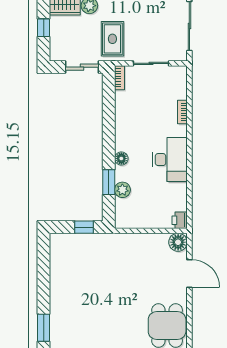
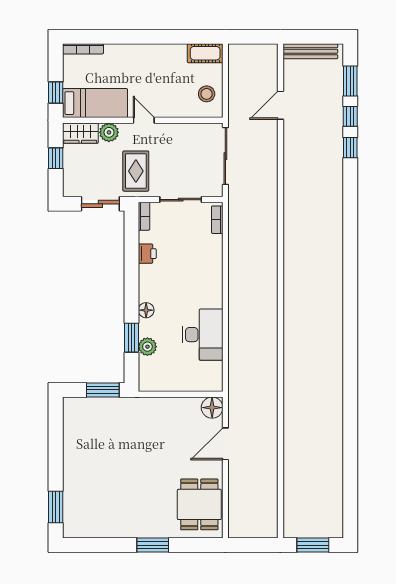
bookcase: (182, 112) -> (217, 220), moved
desk: (170, 160) -> (203, 335), moved
printer: (180, 220) -> (147, 254), moved, turned 180
window: (84, 227) -> (103, 390), width x1.50
door: (189, 273) -> (225, 444), swing flipped

